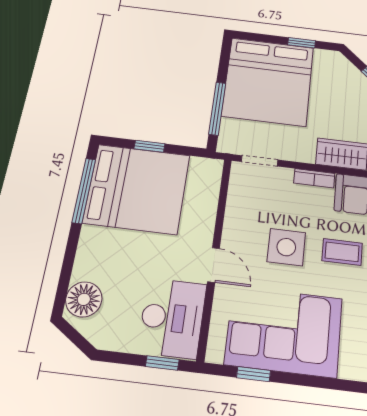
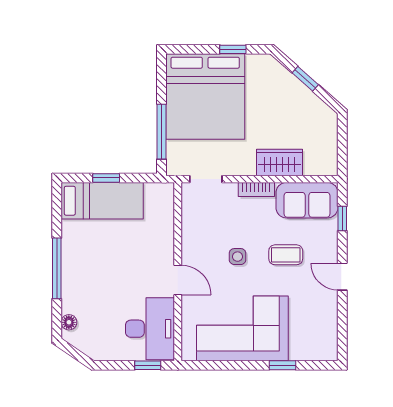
bed: (137, 189) -> (102, 201), width x0.49
window: (84, 191) -> (57, 268), moved
side table: (286, 247) -> (238, 257), width x0.54, depth x0.54
floor lamp: (84, 299) -> (69, 322), width x0.53, depth x0.53
window: (254, 374) -> (283, 365), moved

